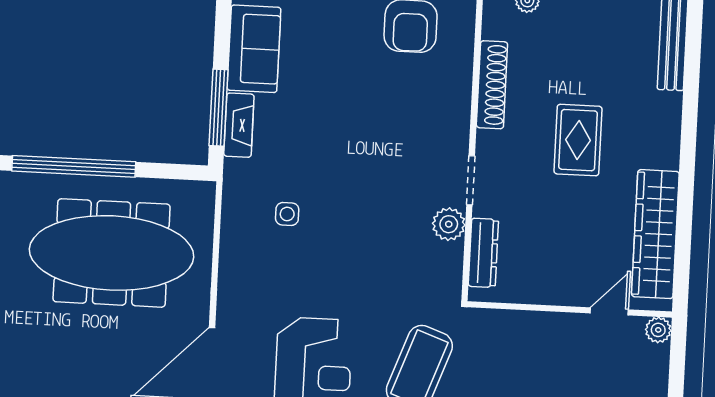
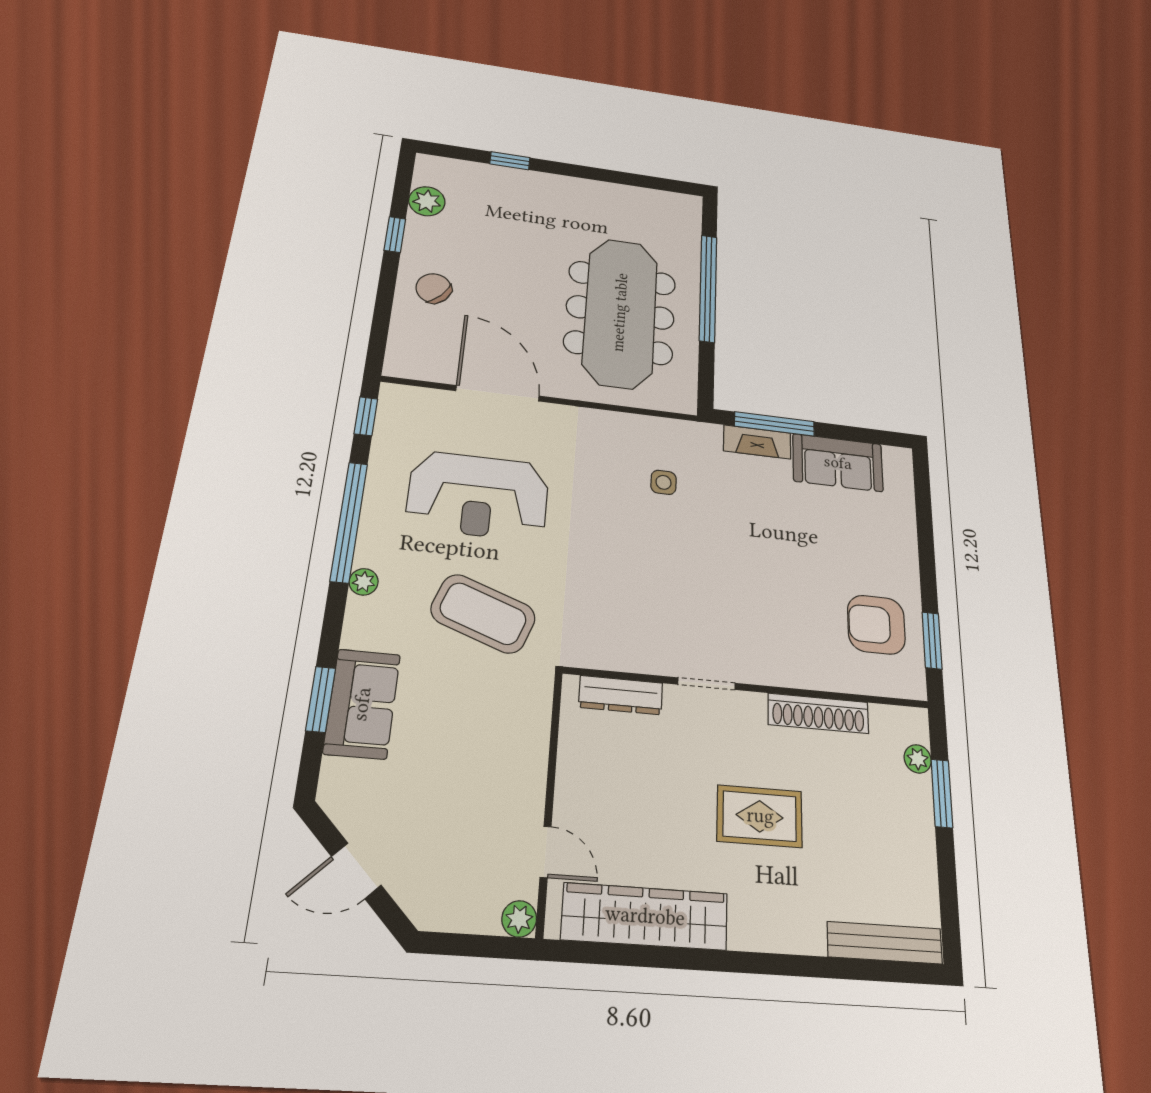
plant: (449, 224) -> (655, 656), removed

